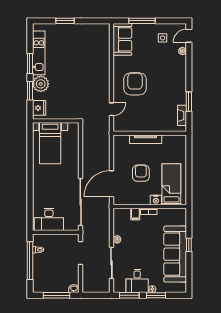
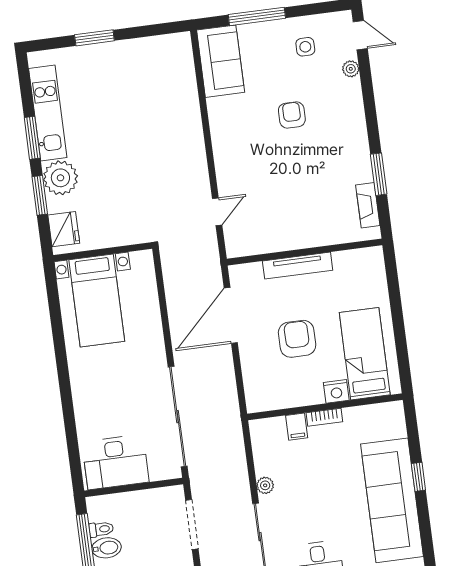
door: (189, 36) -> (360, 35), swing flipped
armchair: (135, 84) -> (292, 115), moved, width x0.53, depth x0.53
door: (111, 184) -> (231, 315), moved
bidet: (39, 259) -> (107, 548), added

